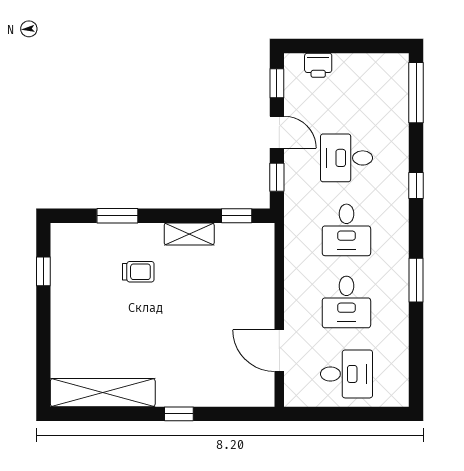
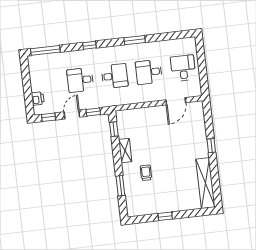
desk: (346, 158) -> (80, 80), turned 90
window: (43, 271) -> (165, 216), moved
desk: (346, 302) -> (149, 72), turned 180

